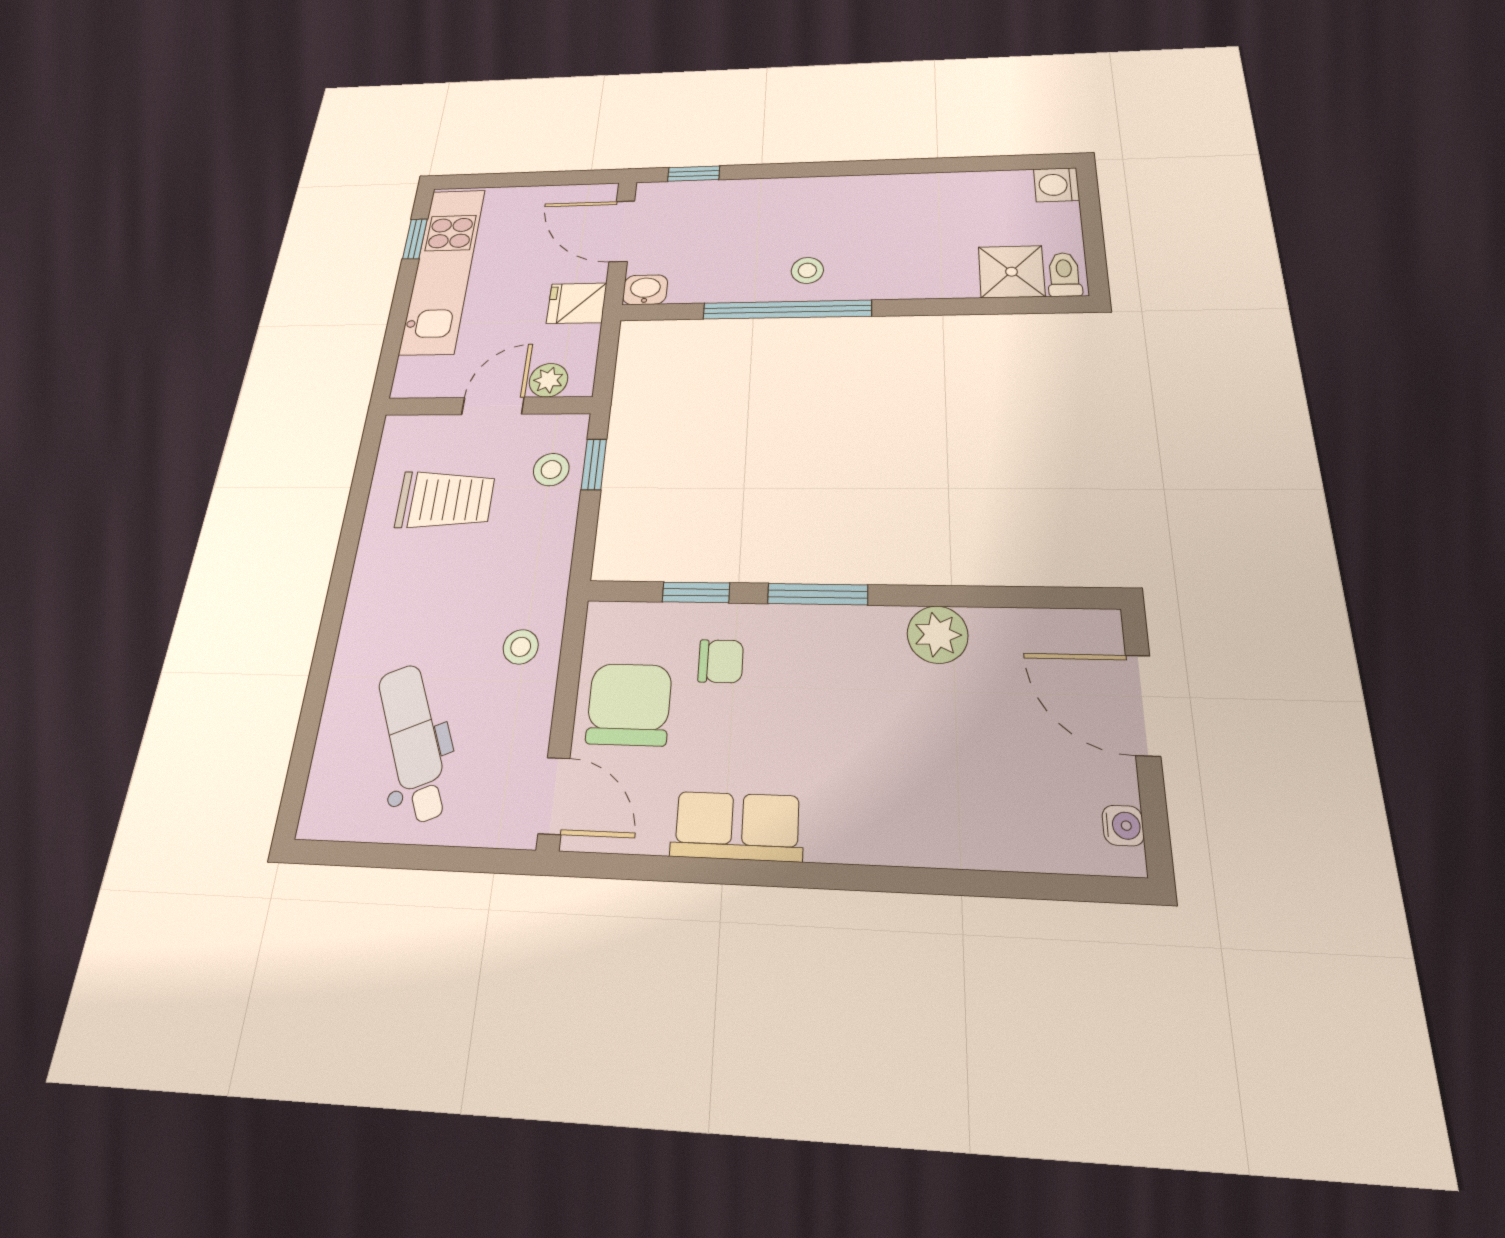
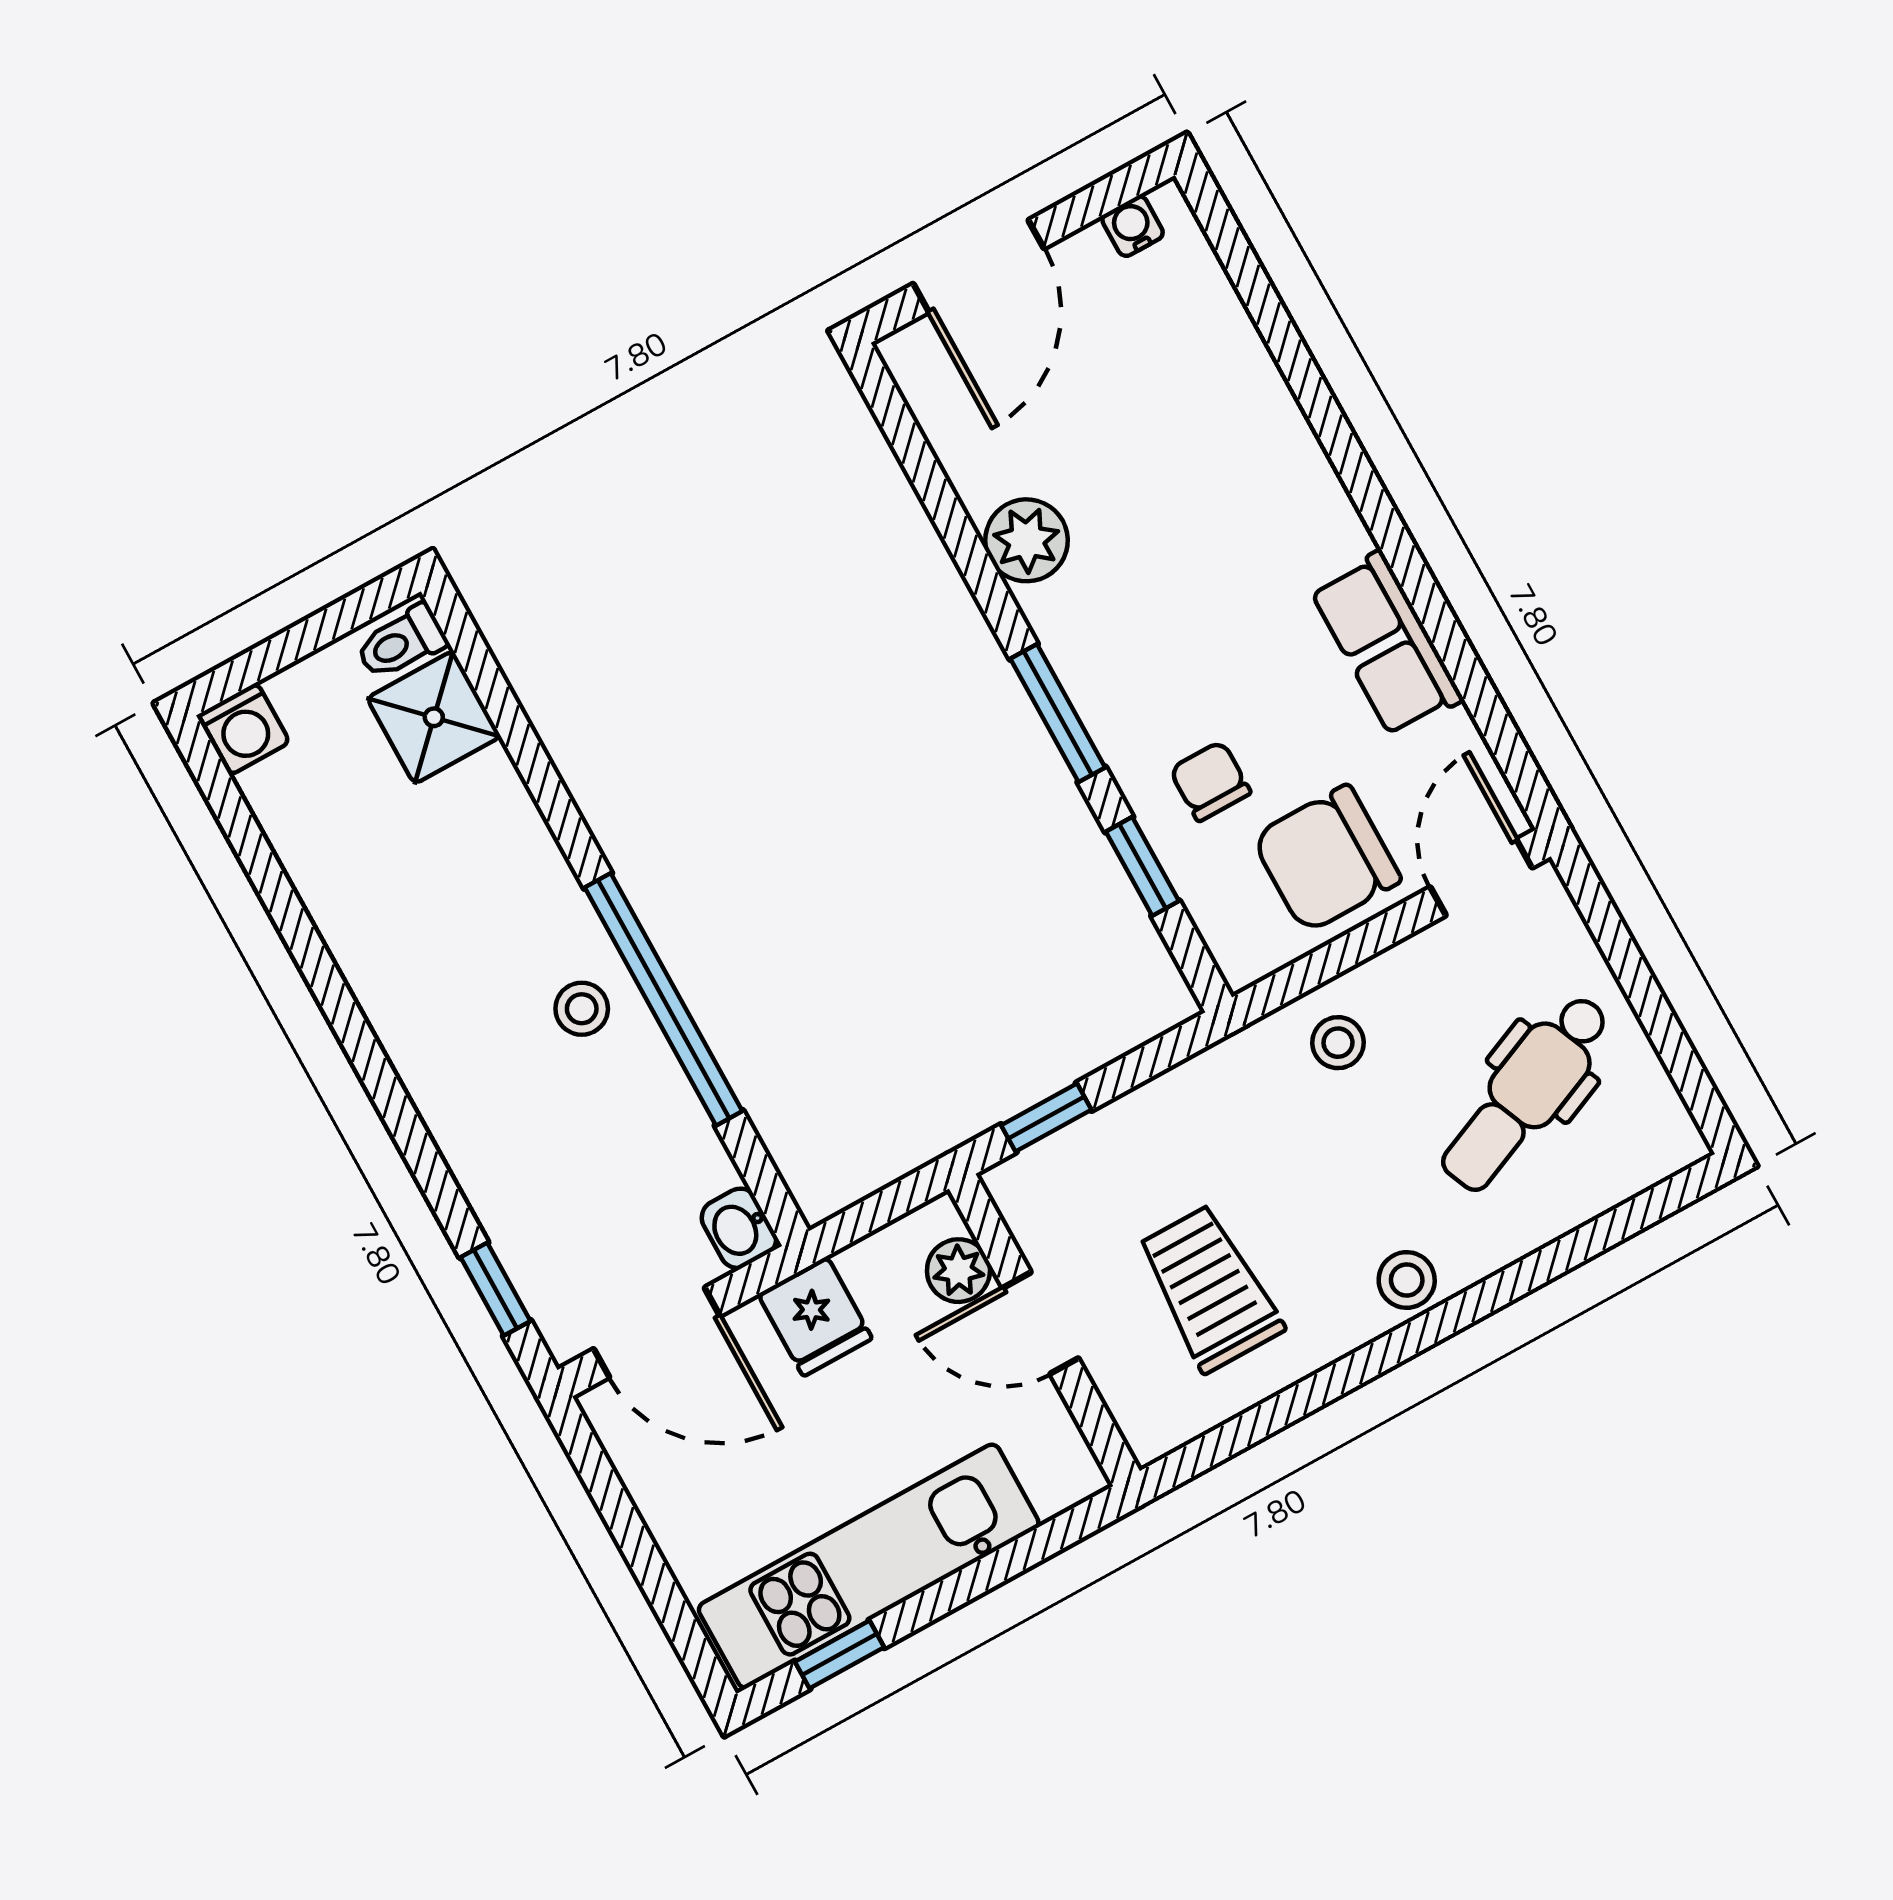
door: (622, 231) -> (657, 1332), hinge flipped
stool: (551, 470) -> (1407, 1280), moved

